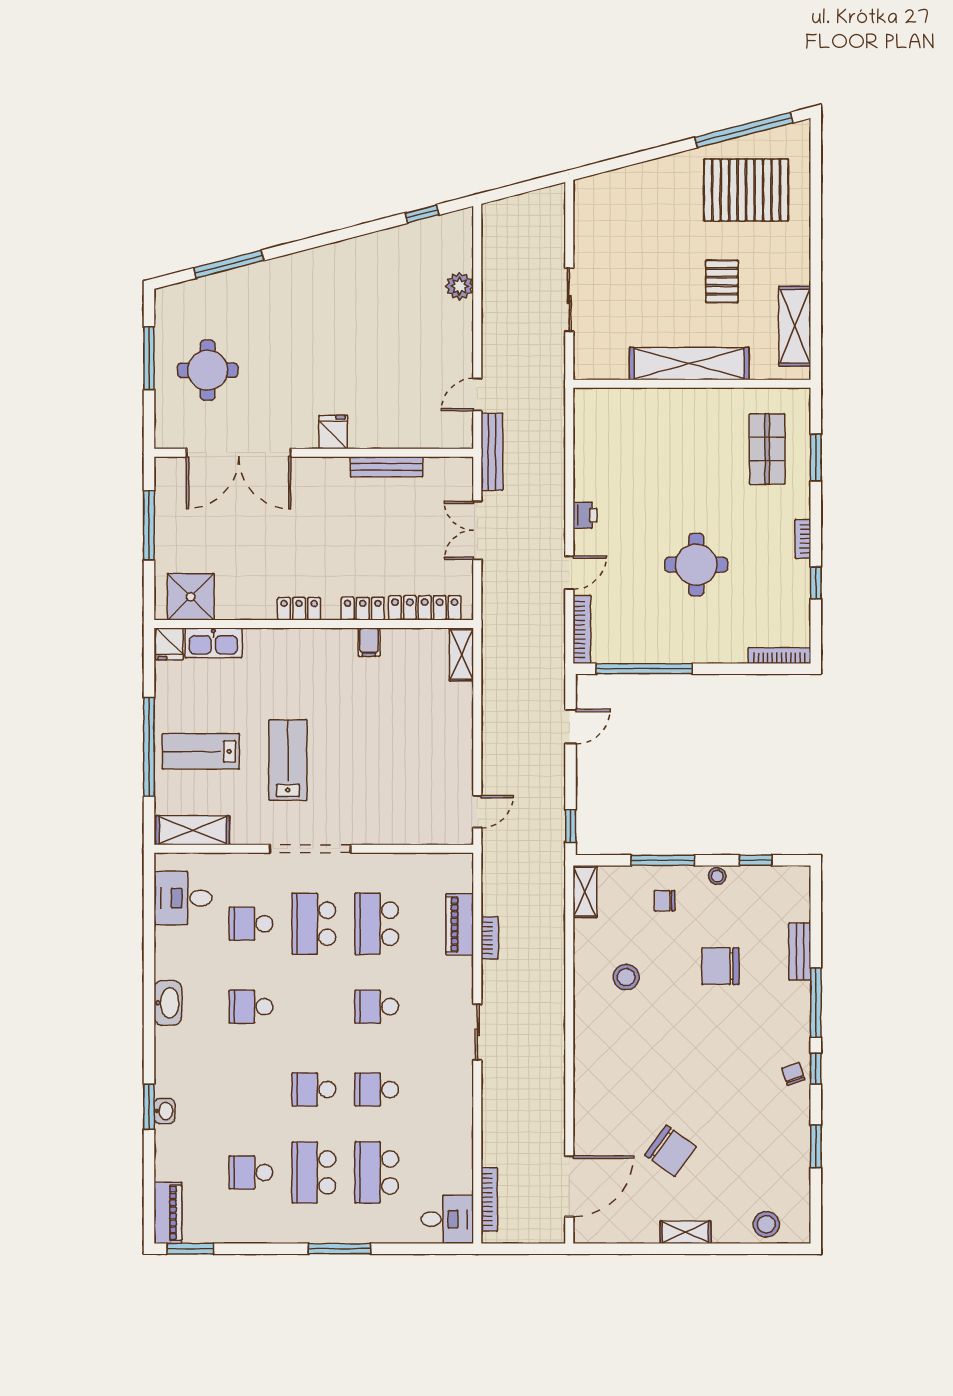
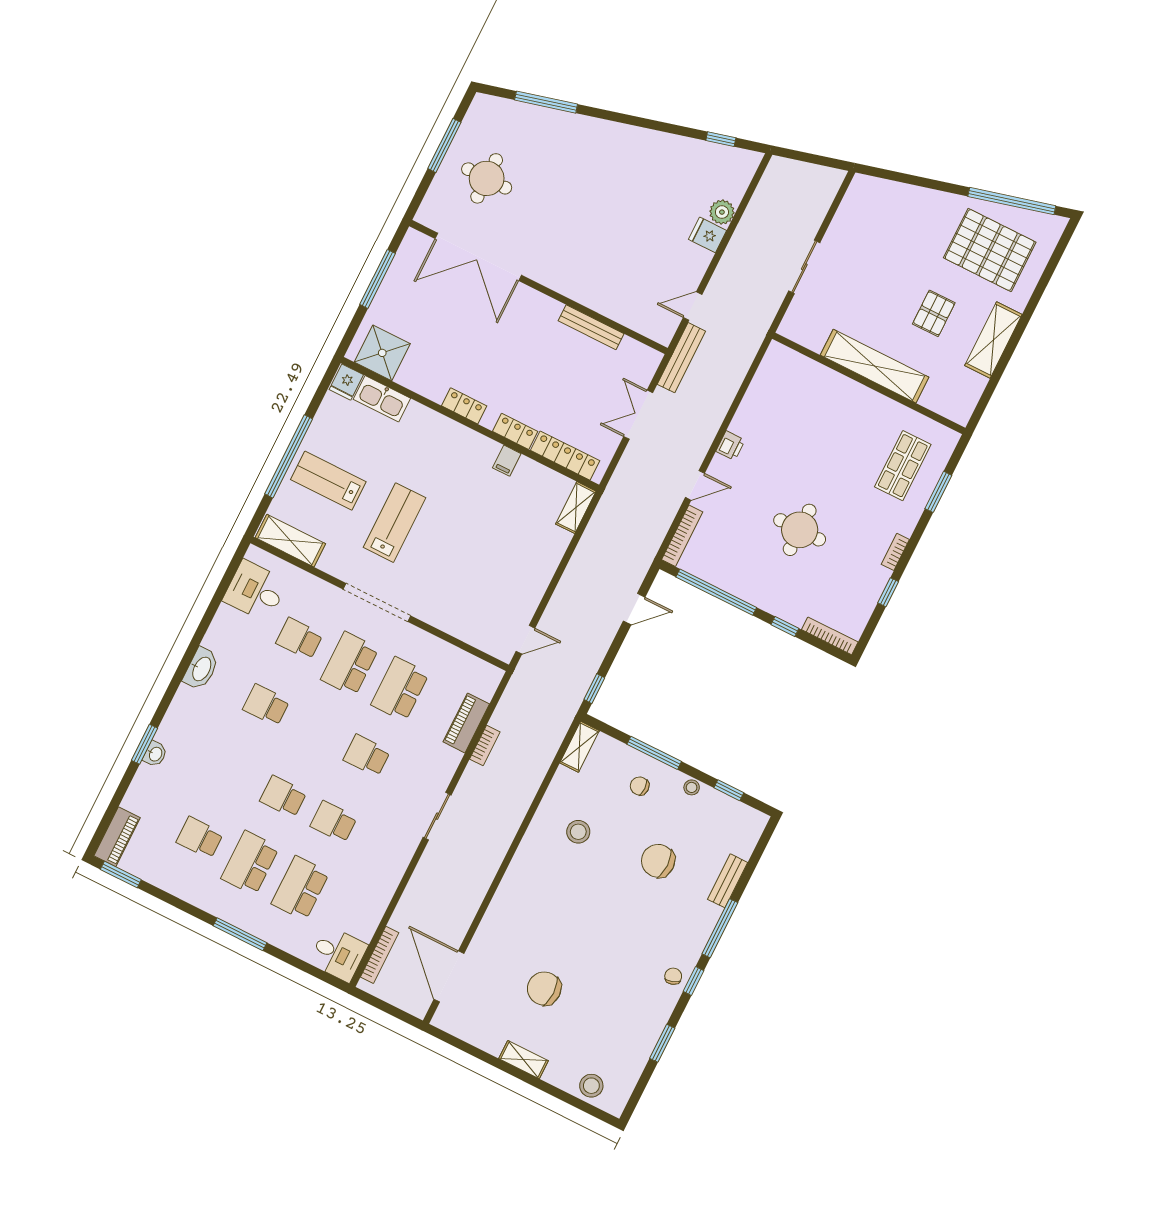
shelving: (795, 326) -> (993, 340), moved
fridge: (333, 432) -> (707, 235), moved, turned -90
window: (730, 669) -> (785, 626), added
chair: (671, 1151) -> (544, 989), turned 144
door: (569, 1186) -> (449, 976), swing flipped

